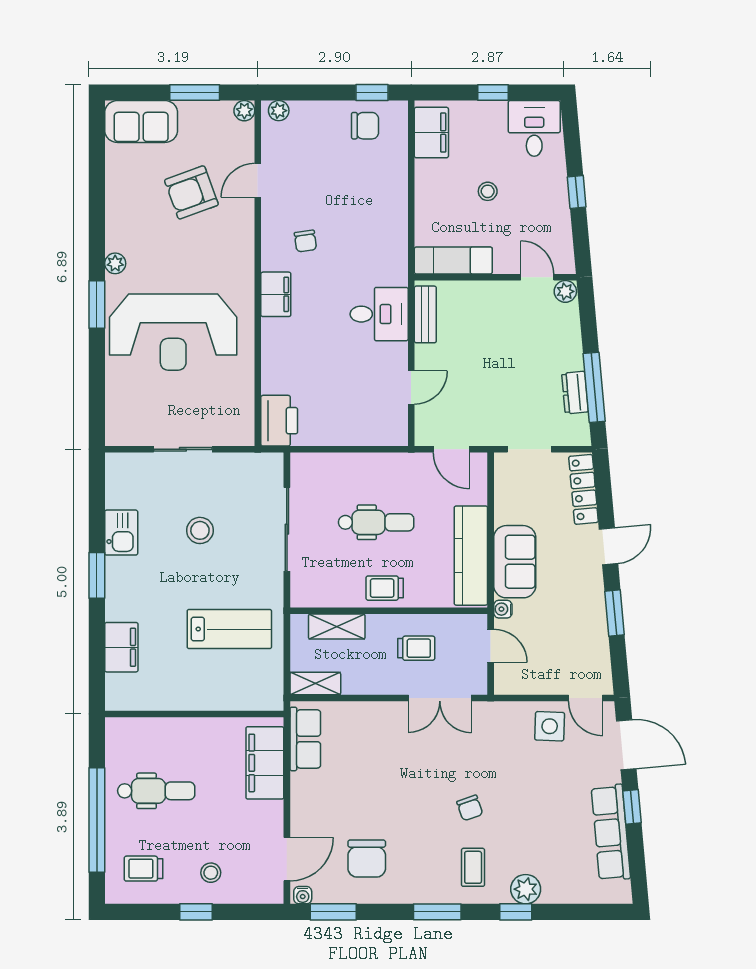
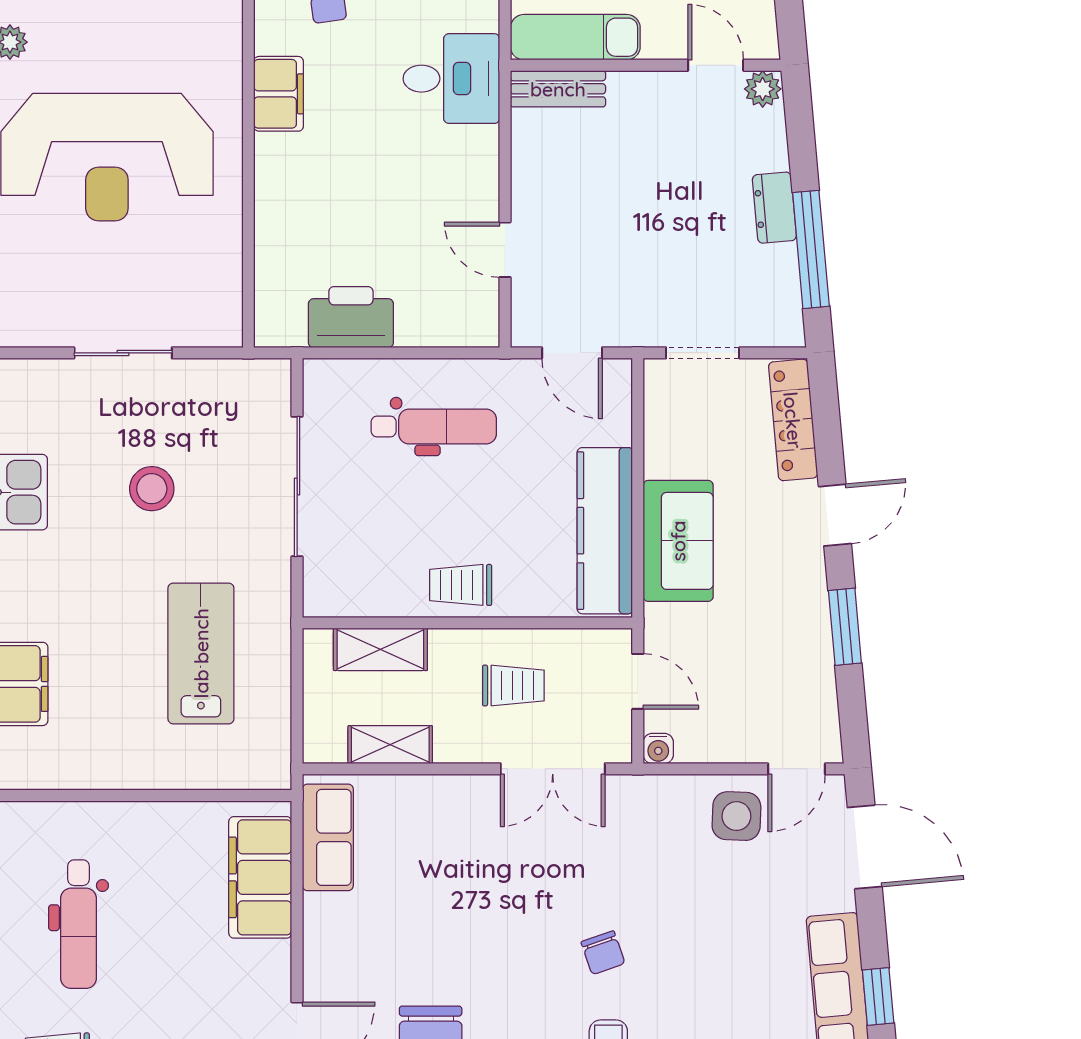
desk: (379, 314) -> (451, 79), moved
bench: (425, 314) -> (558, 89), moved, turned 90
door: (411, 388) -> (505, 250), swing flipped
dresser: (575, 393) -> (774, 208), moved
printer: (279, 421) -> (351, 317), moved, turned -90
dental chair: (376, 522) -> (434, 427), moved
water cooler: (503, 609) -> (658, 748), moved, turned -90
lab bench: (229, 629) -> (201, 653), turned -90
shelving: (315, 684) -> (390, 745), moved
door: (586, 698) -> (796, 769), hinge flipped
dental chair: (156, 791) -> (79, 924), turned 90
window: (632, 807) -> (878, 996), moved

